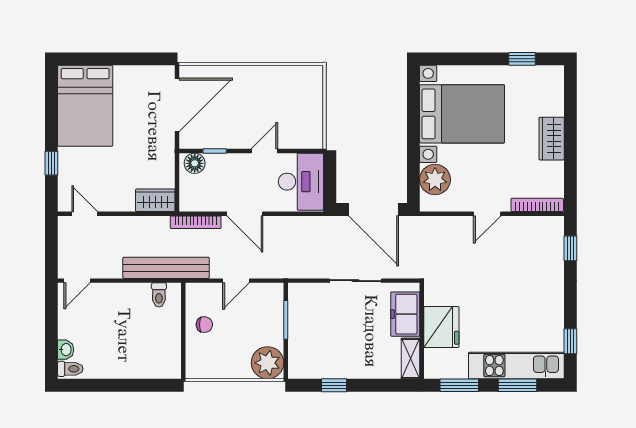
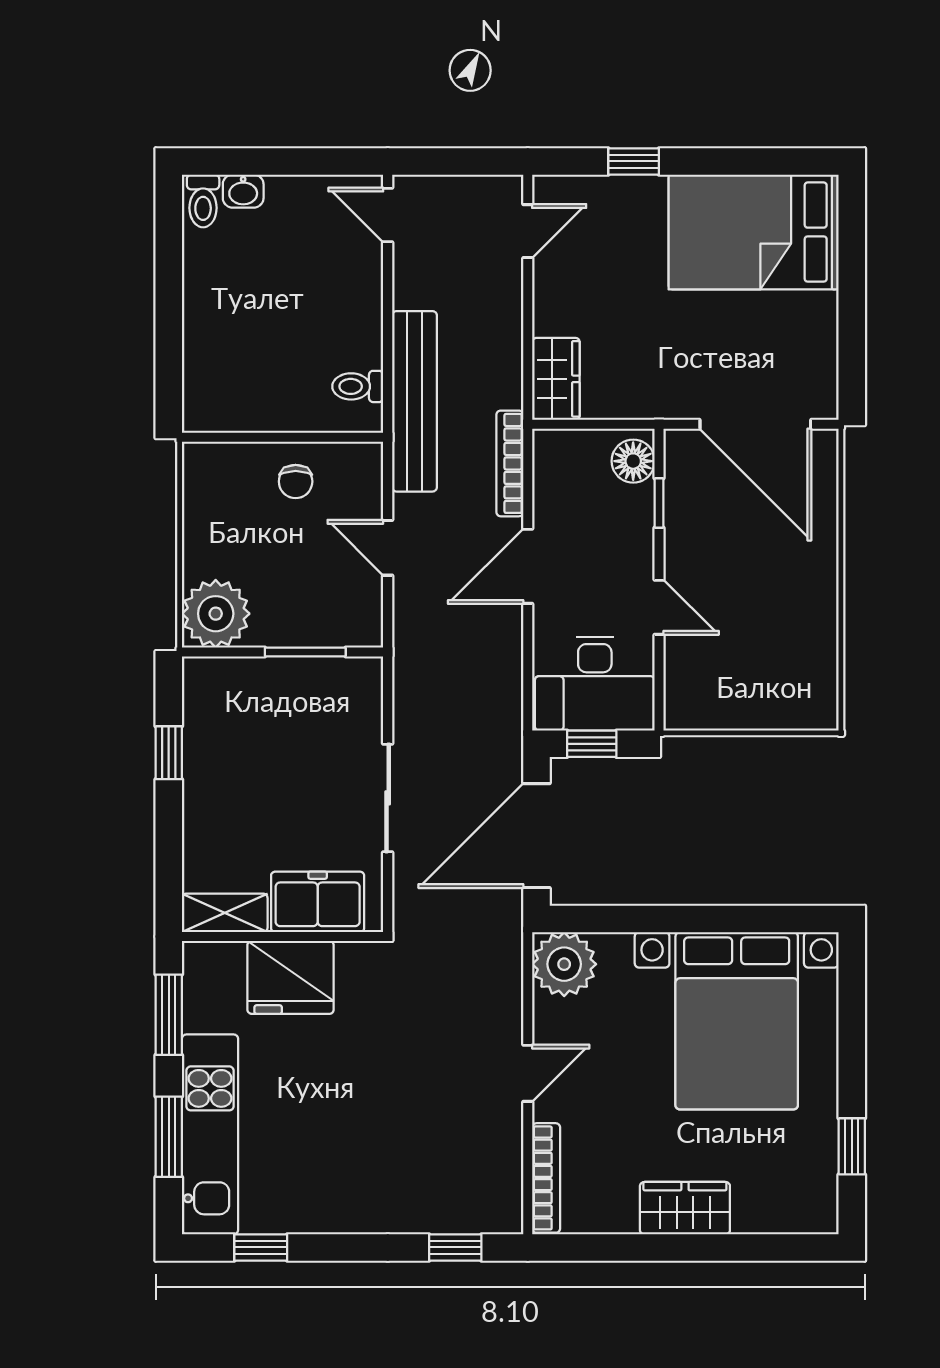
plant: (435, 180) -> (564, 964), moved
window: (330, 183) -> (592, 744), added
door: (487, 214) -> (528, 1073), swing flipped

